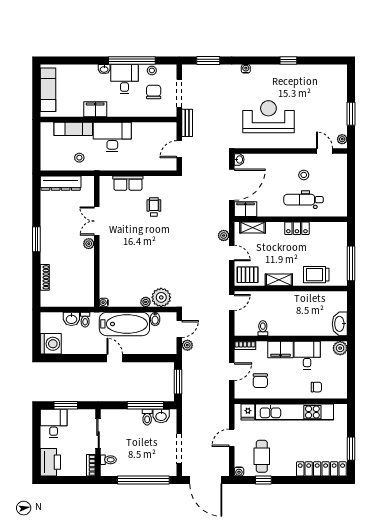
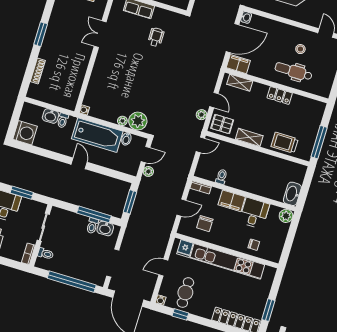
plant: (224, 235) -> (201, 115), moved
plant: (89, 244) -> (87, 52), removed

